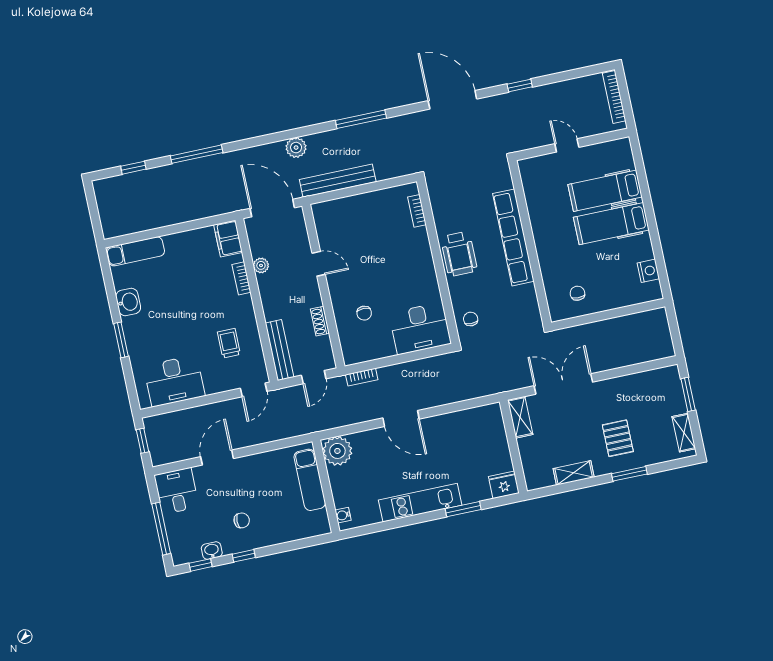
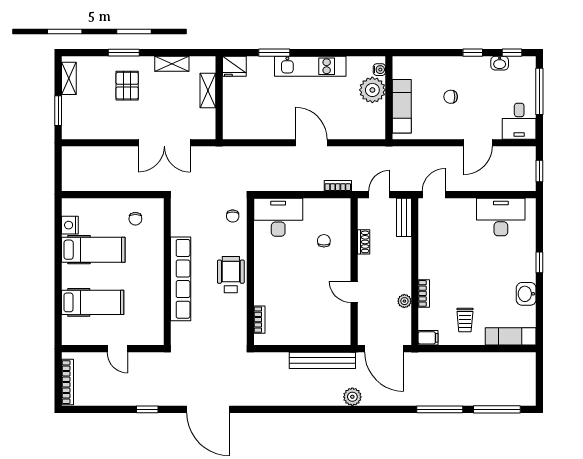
window: (361, 119) -> (291, 409), removed
window: (133, 168) -> (497, 409), width x2.17
hospital bed: (611, 224) -> (93, 250), moved
filing cabinet: (228, 239) -> (428, 338), width x0.50
window: (121, 340) -> (539, 262), width x0.67
trolley: (229, 343) -> (465, 320), moved
bench: (280, 350) -> (404, 217), width x0.73
shelving: (520, 417) -> (208, 90), moved
plant: (337, 451) -> (372, 90), moved
chair: (242, 520) -> (451, 97), moved

